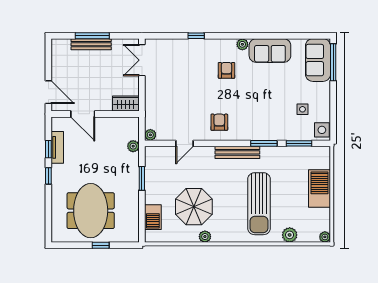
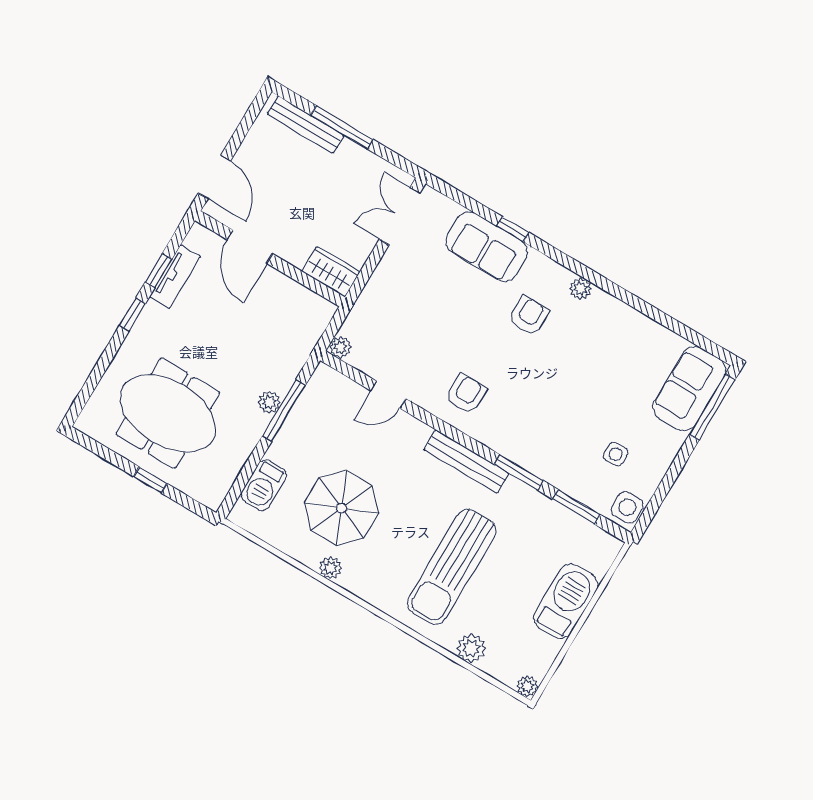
bench: (91, 44) -> (306, 125), moved
sofa: (270, 51) -> (487, 247), moved
plant: (133, 146) -> (269, 402), moved
window: (142, 178) -> (284, 410), width x1.44
meeting table: (91, 211) -> (168, 413), turned 90

